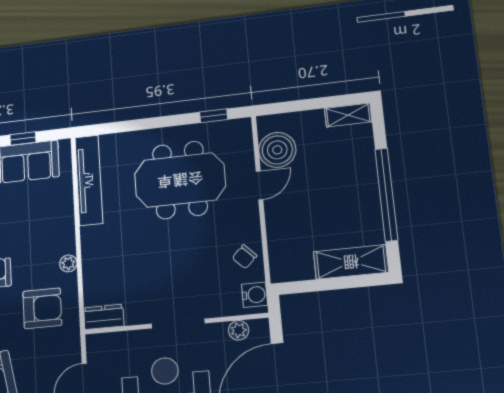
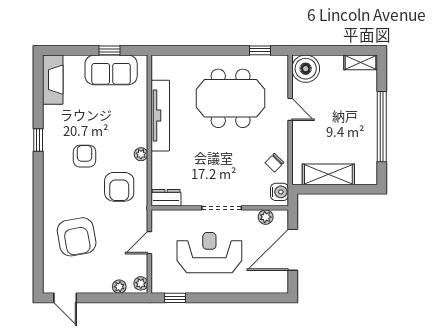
boiler: (277, 150) -> (306, 69), moved
tv unit: (89, 180) -> (160, 116), moved
door: (259, 185) -> (290, 109), hinge flipped
shelving: (351, 262) -> (328, 174), moved
armchair: (42, 308) -> (119, 187), turned 90

